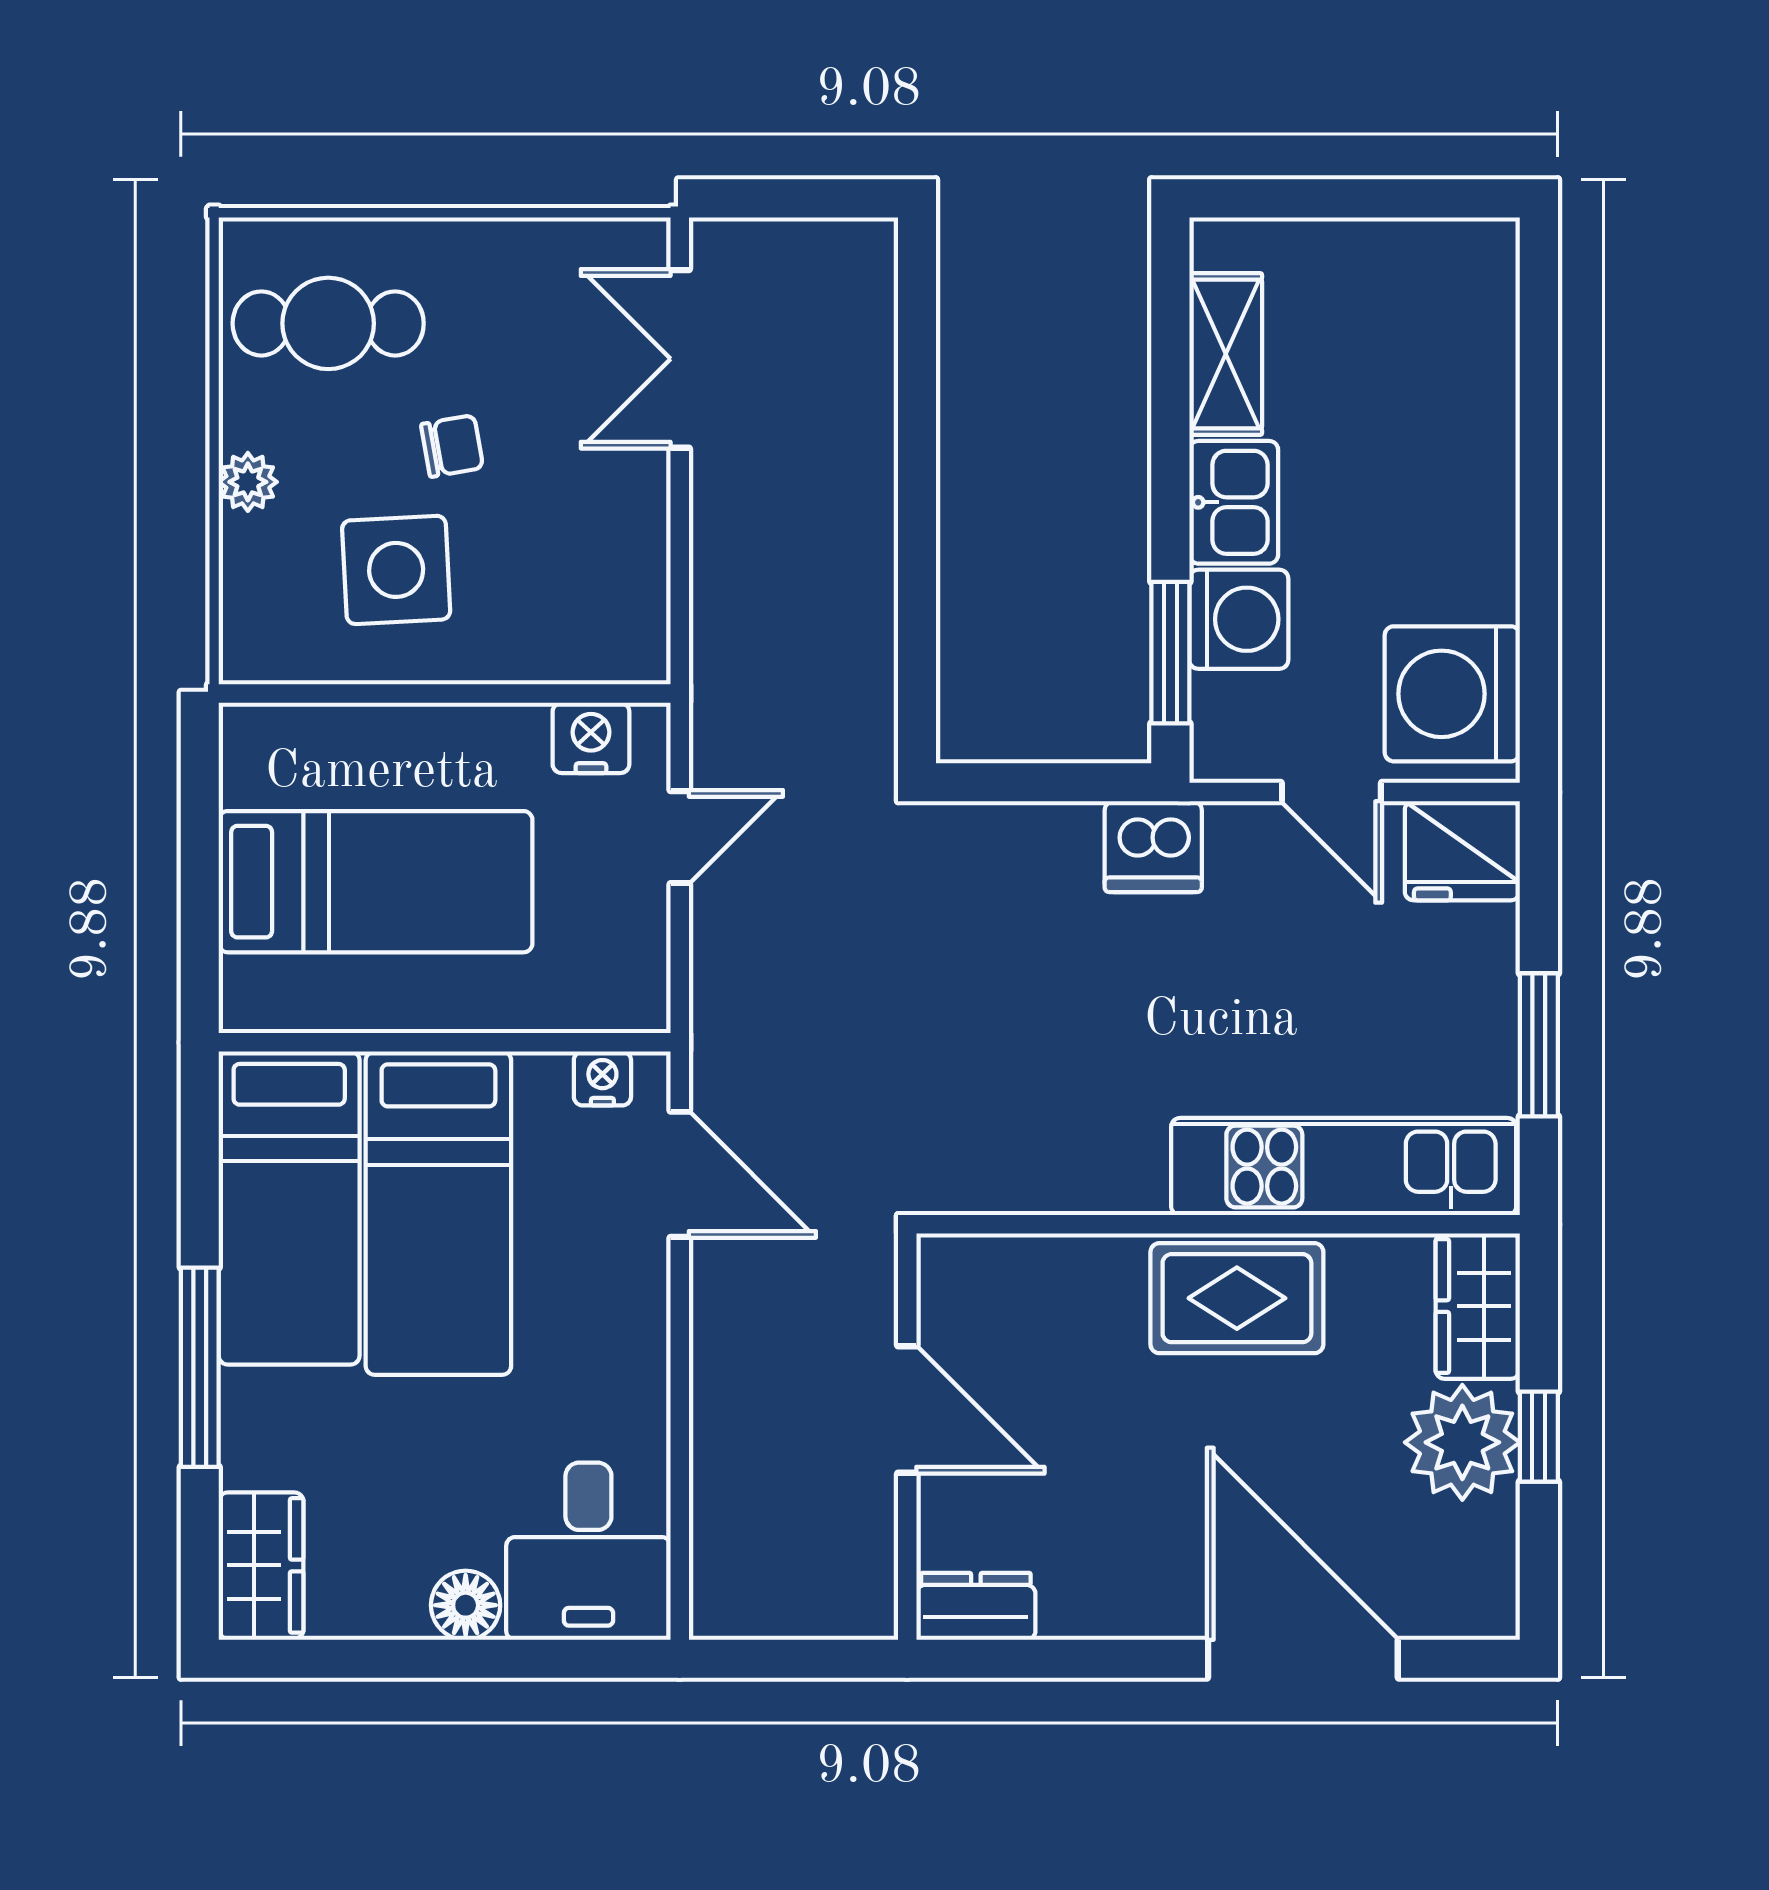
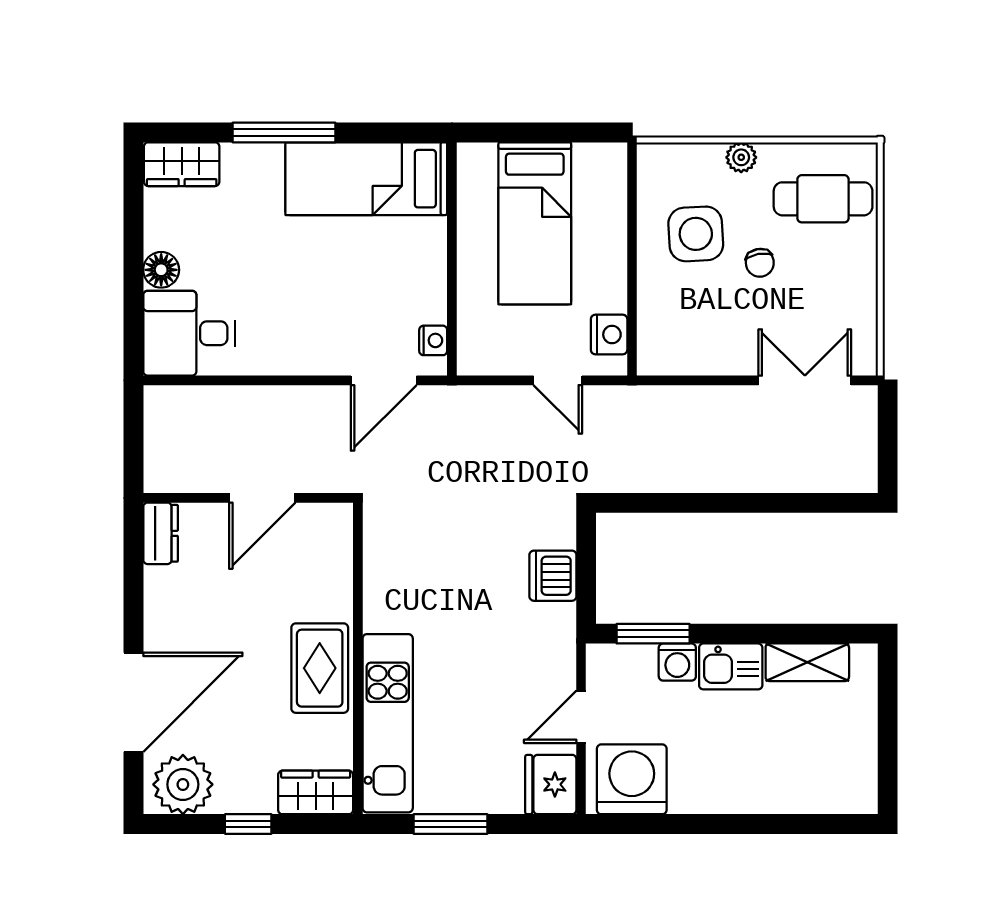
cafe table: (328, 323) -> (823, 199), turned 90
washing machine: (1239, 619) -> (677, 662), width x0.73, depth x0.73
dishwasher: (1153, 847) -> (553, 576), moved
bed: (438, 1213) -> (364, 256), removed
plant: (1462, 1442) -> (183, 784), moved

